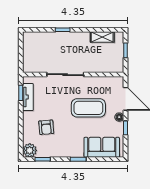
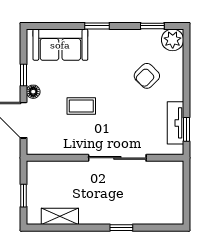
coffee table: (88, 108) -> (81, 106), width x0.54, depth x0.58
armchair: (46, 127) -> (147, 76), turned -130

